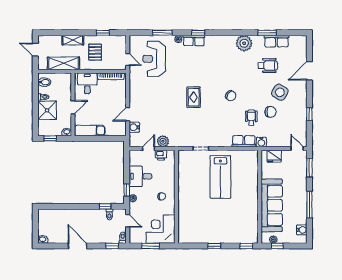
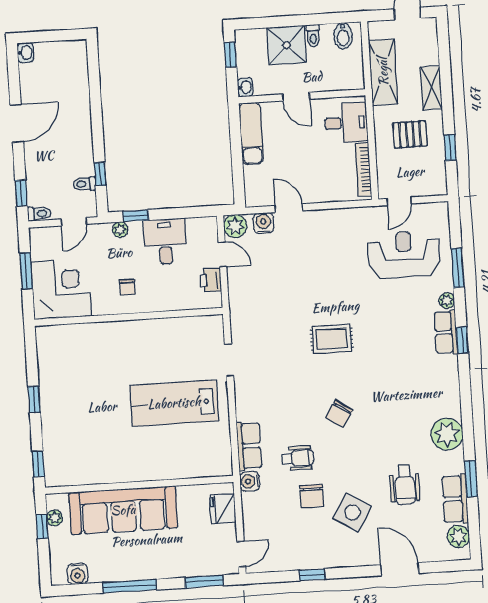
plant: (295, 41) -> (458, 536), added
plant: (163, 141) -> (235, 226), moved

